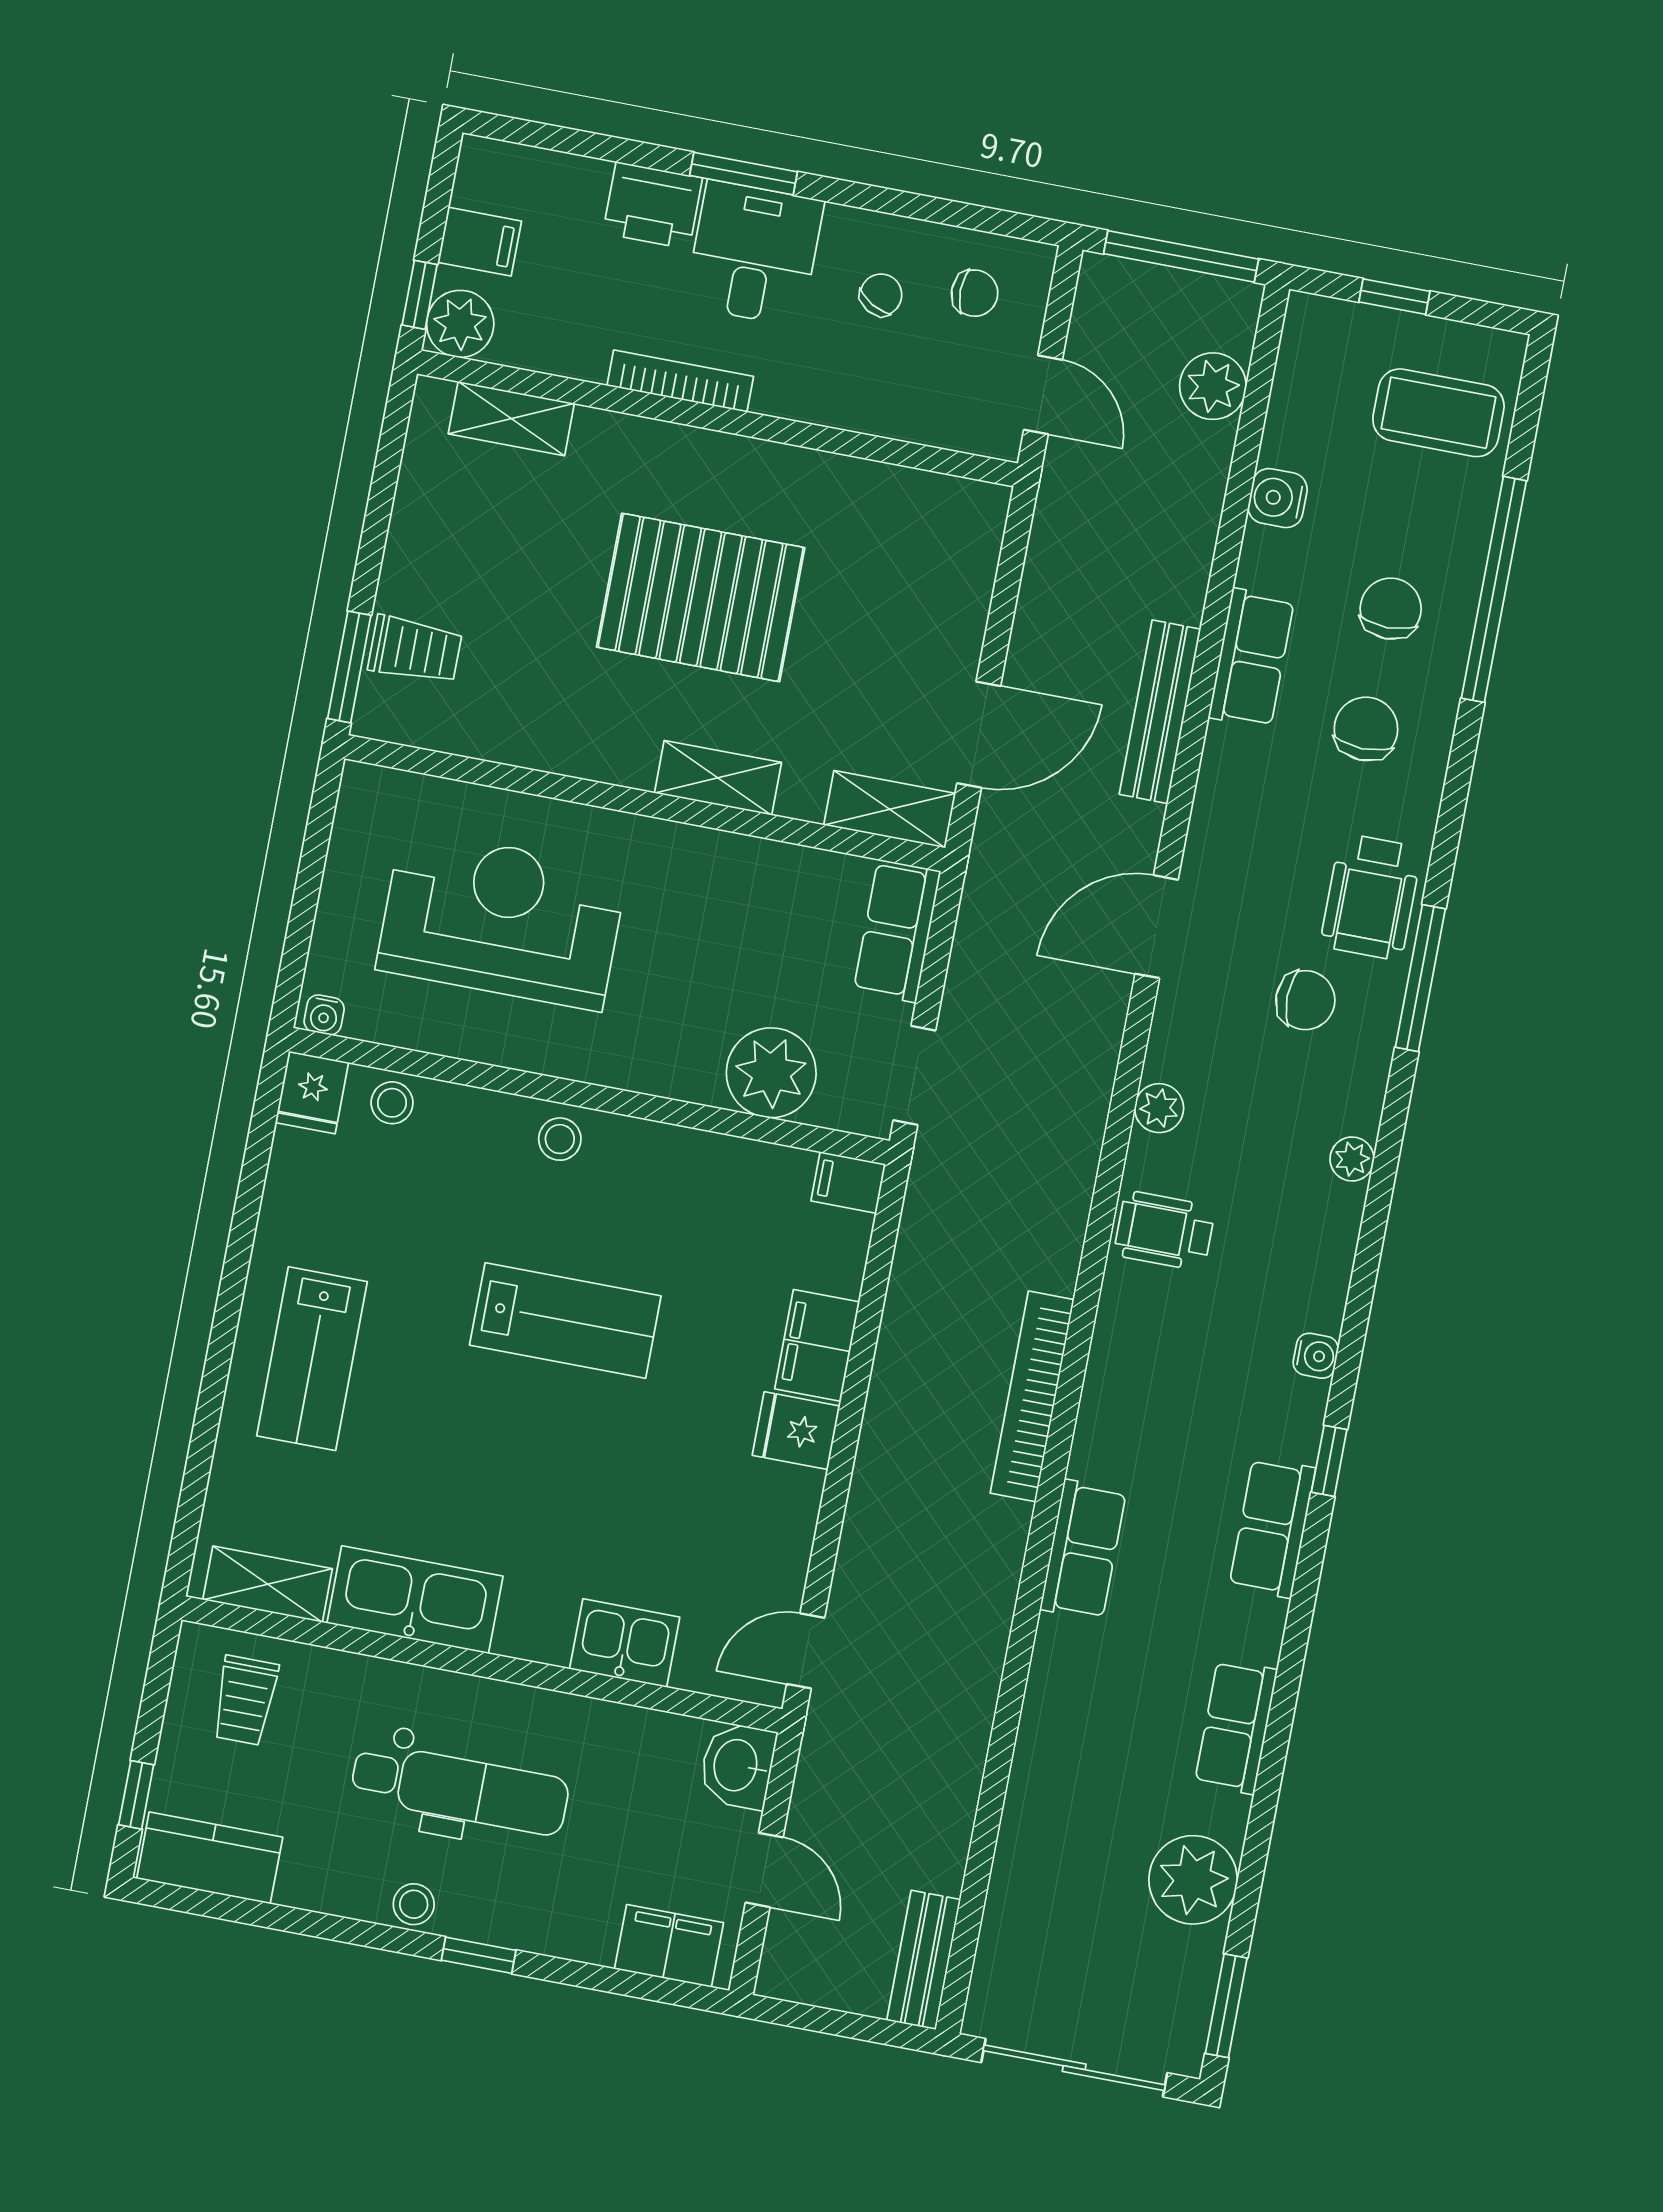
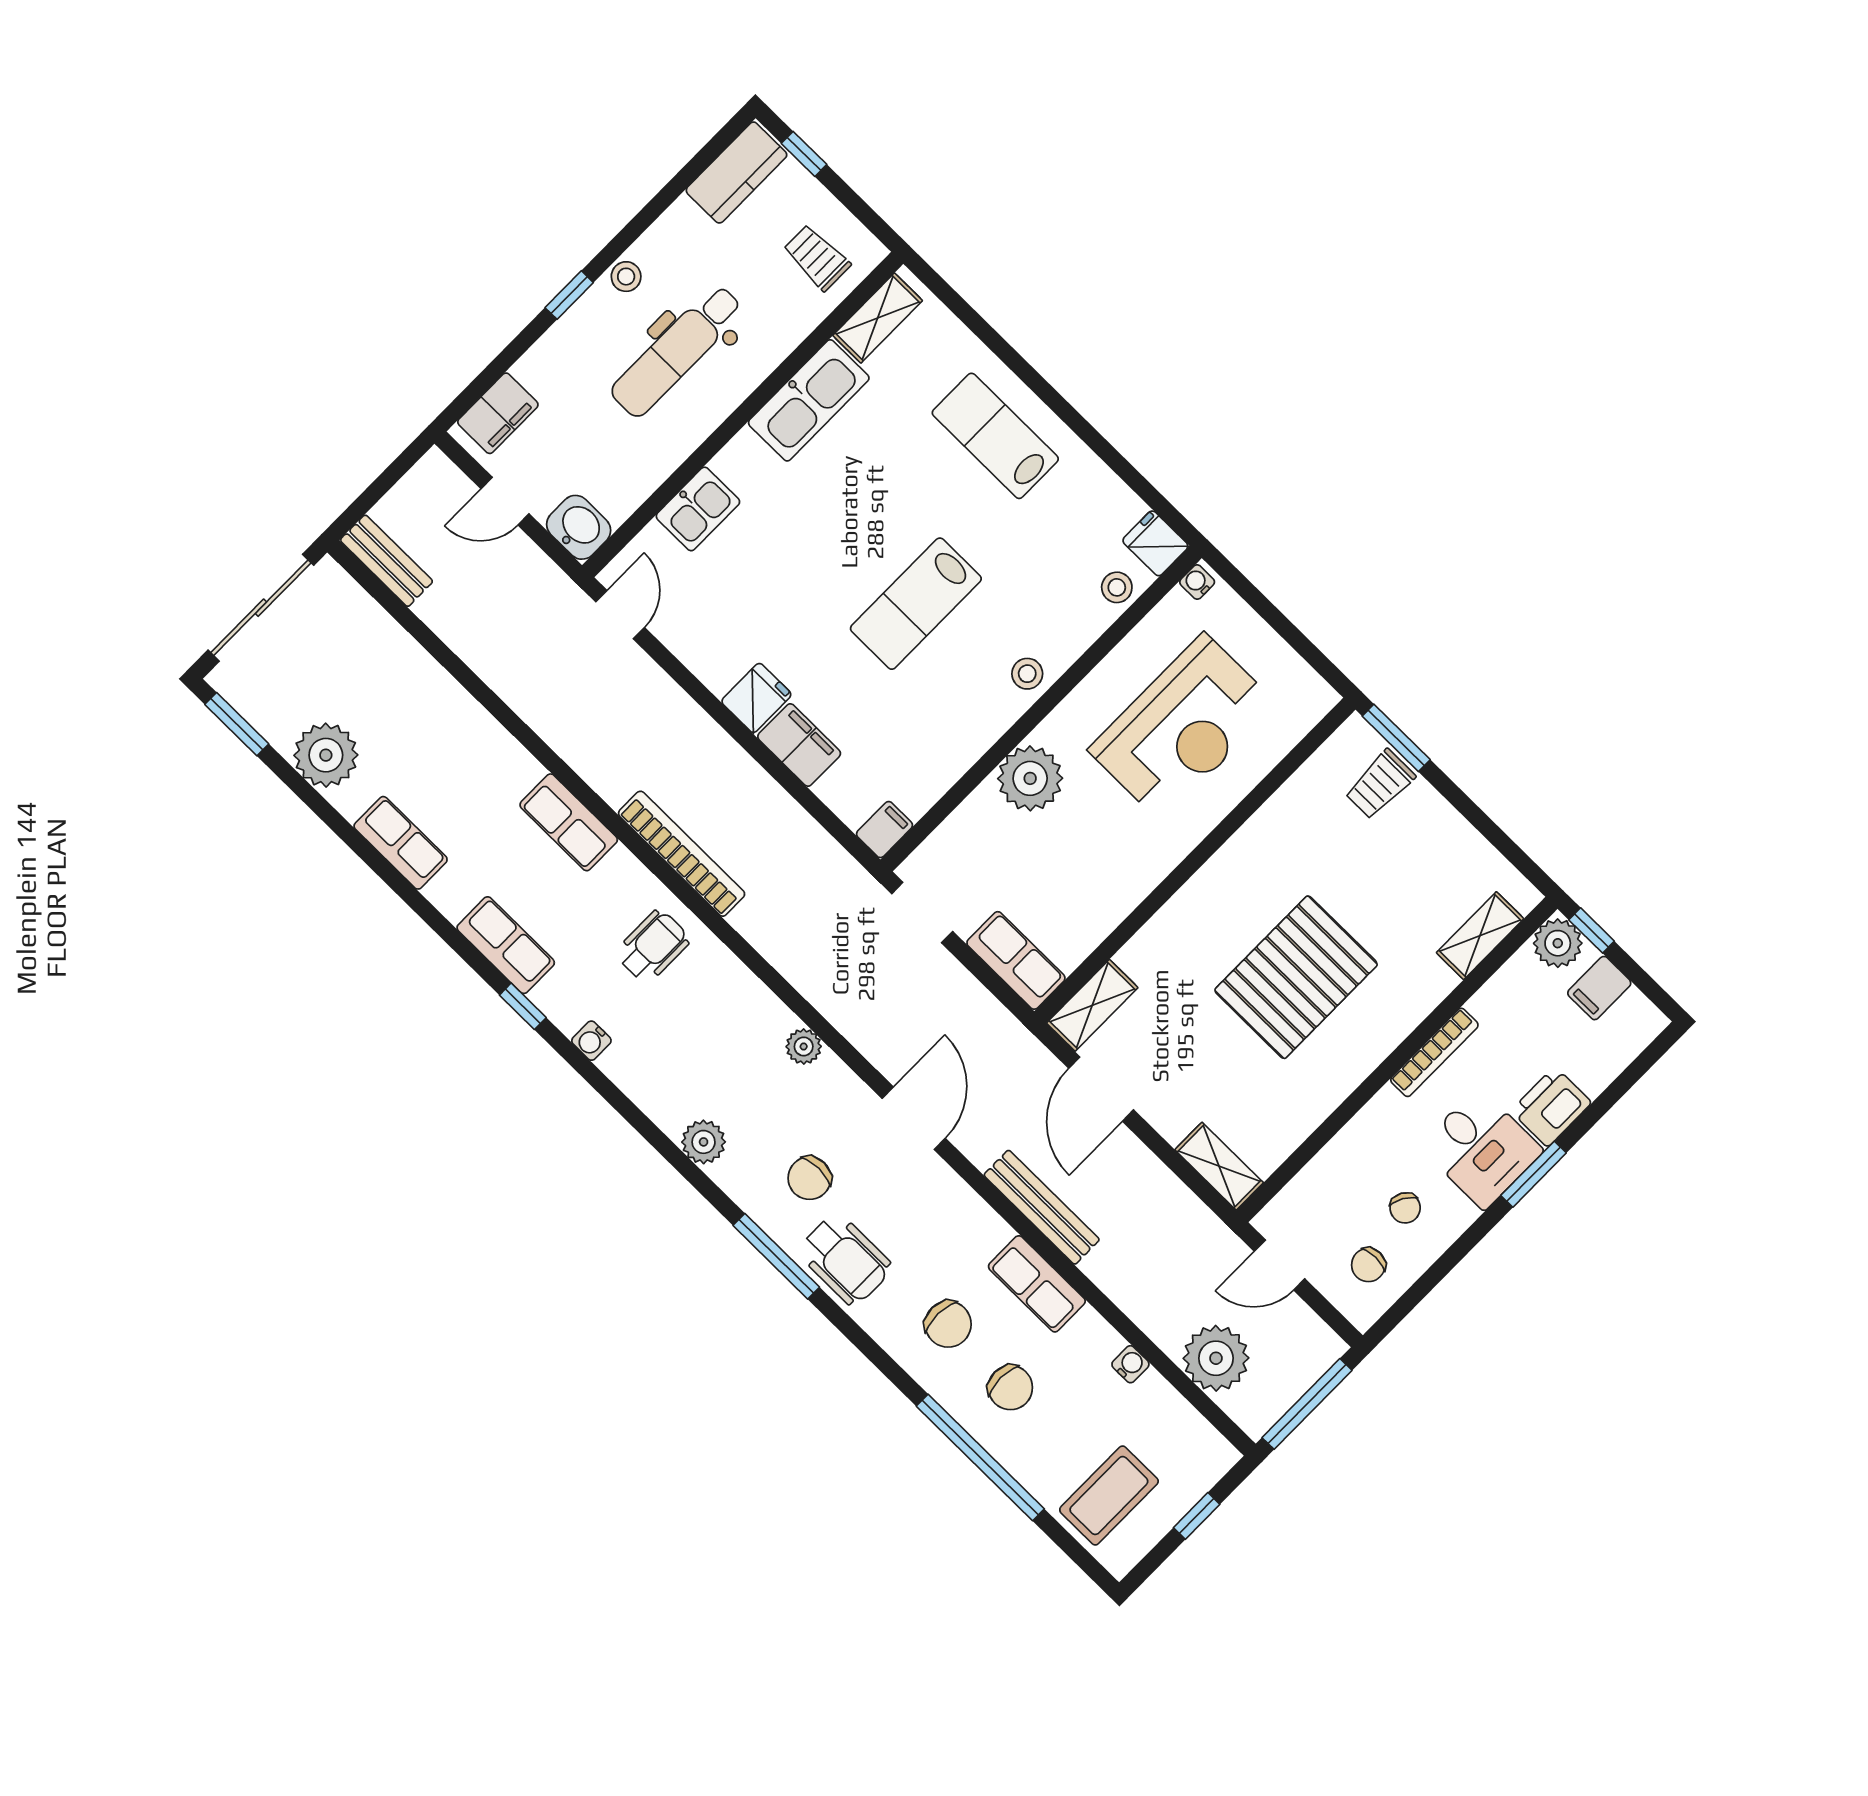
plant: (1213, 386) -> (1216, 1358), width x1.36, depth x1.36
water cooler: (1278, 498) -> (1130, 1364), width x0.72, depth x0.72
shelving: (718, 778) -> (1219, 1166), moved, turned 90
wheelchair: (1371, 897) -> (845, 1259), turned 180
plant: (771, 1073) -> (1030, 778), moved
plant: (1352, 1159) -> (704, 1142), width x1.38, depth x1.38
wheelchair: (1164, 1231) -> (653, 946), moved

